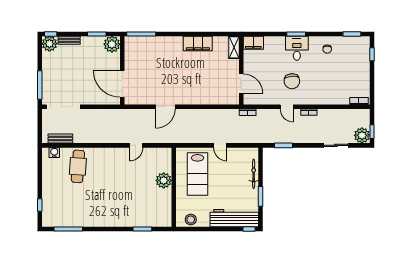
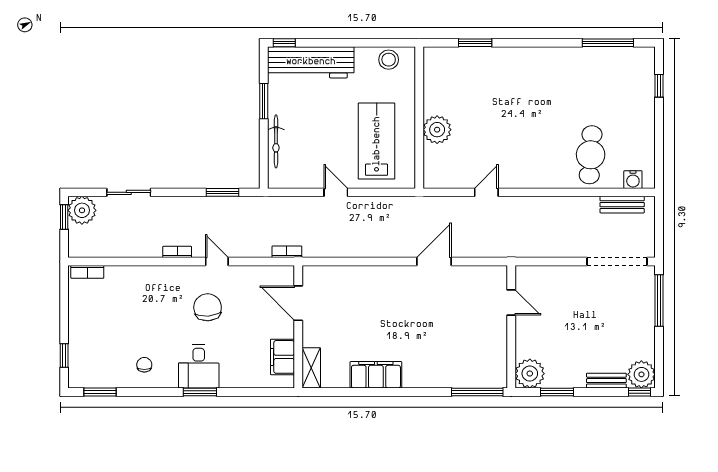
filing cabinet: (253, 43) -> (283, 357), moved, turned -90
door: (122, 84) -> (511, 302), width x0.53

